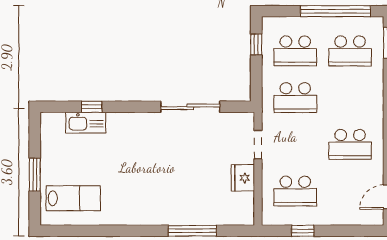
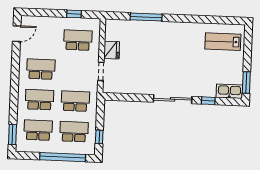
window: (335, 11) -> (63, 157), moved
school desk: (350, 98) -> (39, 100), added
sliding door: (190, 107) -> (173, 99), moved
kitchen sink: (86, 123) -> (229, 91), moved
window: (35, 175) -> (246, 82), moved

